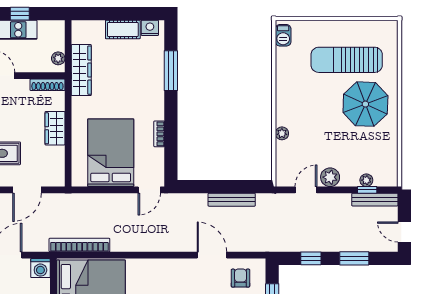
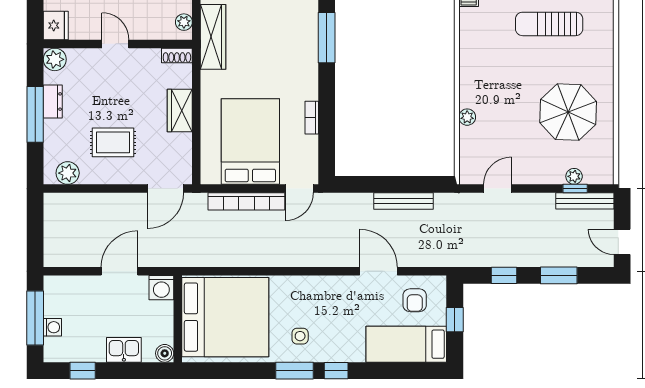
sun lounger: (347, 60) -> (549, 24), width x0.73, depth x0.75
shoe rack: (47, 85) -> (177, 55), width x0.70
parasol: (365, 104) -> (568, 112), moved
plant: (330, 177) -> (528, 173), removed
door: (27, 190) -> (165, 189), moved
bookcase: (79, 245) -> (246, 201), moved, turned 180
armchair: (240, 278) -> (415, 300), turned 180

